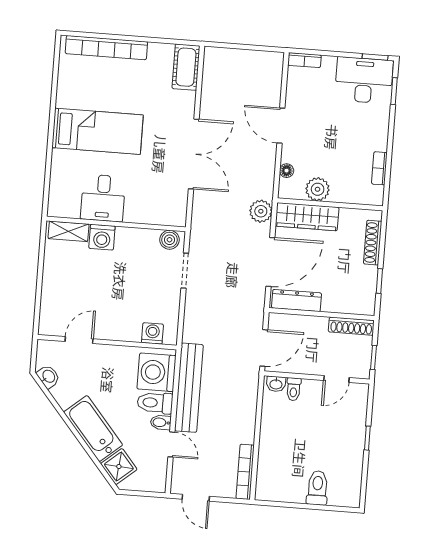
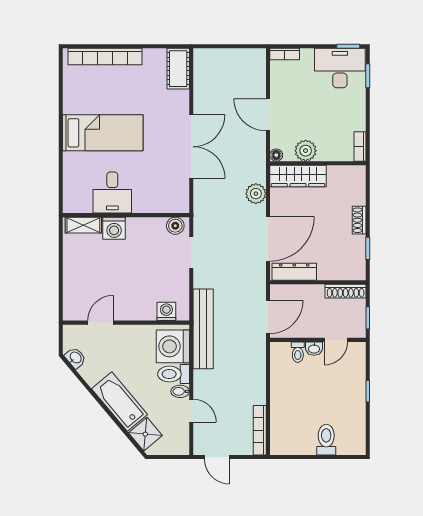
plant: (318, 189) -> (306, 151), moved
wall: (330, 204) -> (318, 163), moved
wardrobe: (307, 217) -> (298, 176), moved
shoe rack: (373, 243) -> (359, 220), width x0.70
washbasin: (276, 384) -> (314, 349), moved
bench: (189, 388) -> (203, 329), moved

